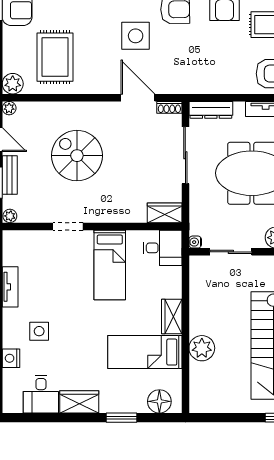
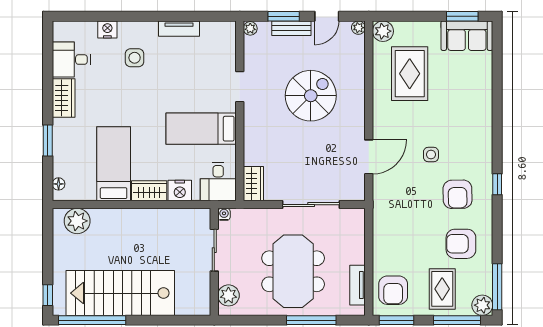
side table: (136, 36) -> (431, 155), width x0.54, depth x0.54
rug: (55, 57) -> (410, 74), turned 90
shoe rack: (169, 107) -> (359, 188), removed
dresser: (211, 110) -> (357, 230), removed
nightstand: (171, 286) -> (180, 191), added
plant: (202, 348) -> (77, 221), moved
floor lamp: (159, 401) -> (59, 184), width x0.53, depth x0.53

